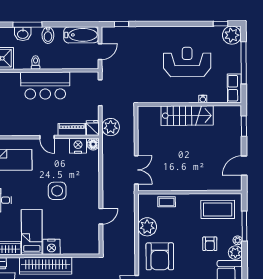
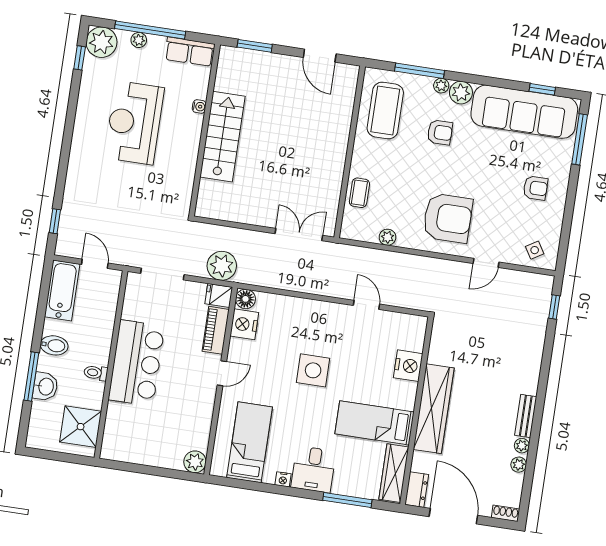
plant: (237, 57) -> (139, 40), added
plant: (147, 227) -> (387, 237), width x0.53, depth x0.53
nightstand: (51, 247) -> (408, 366), moved

